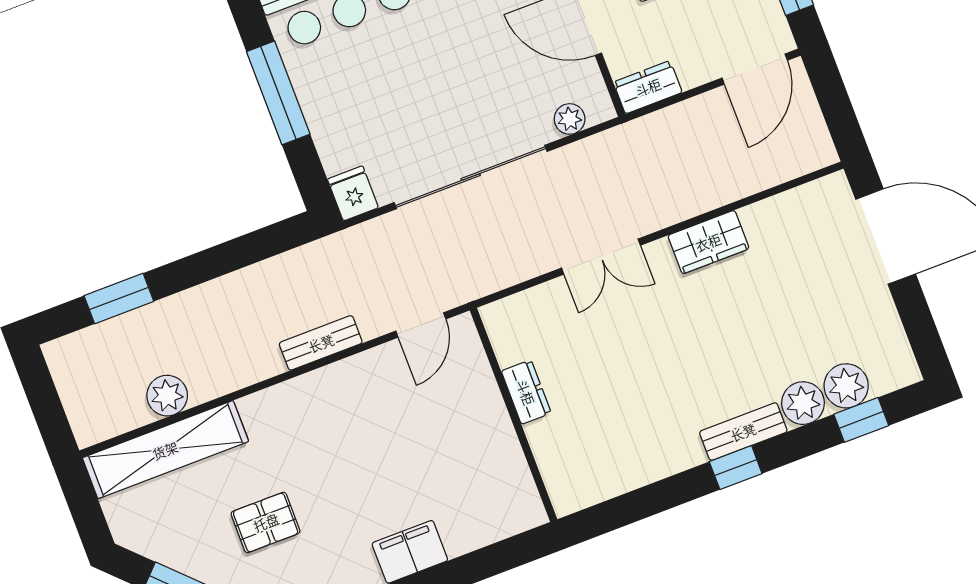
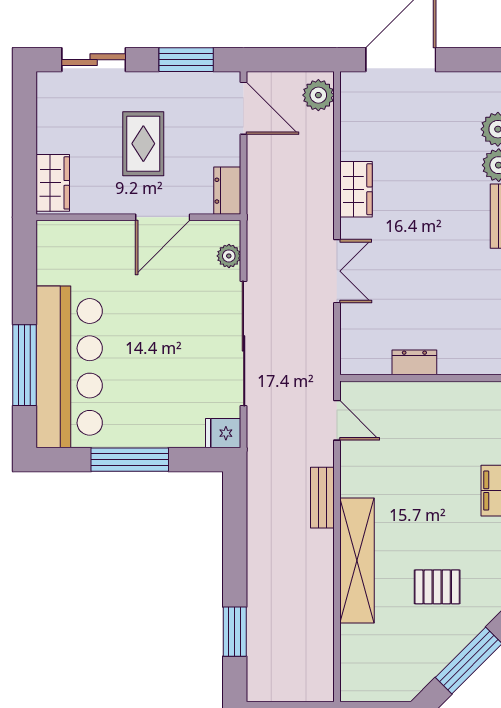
plant: (167, 396) -> (318, 95), moved
shelving: (165, 450) -> (357, 561), moved
pallet: (266, 522) -> (437, 587), turned 90

